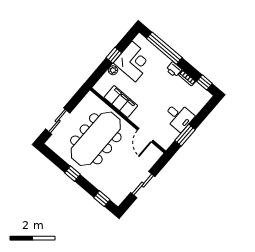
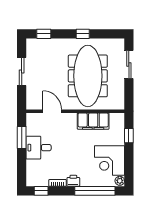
window: (114, 55) -> (129, 136), moved
plant: (113, 70) -> (120, 181), moved

